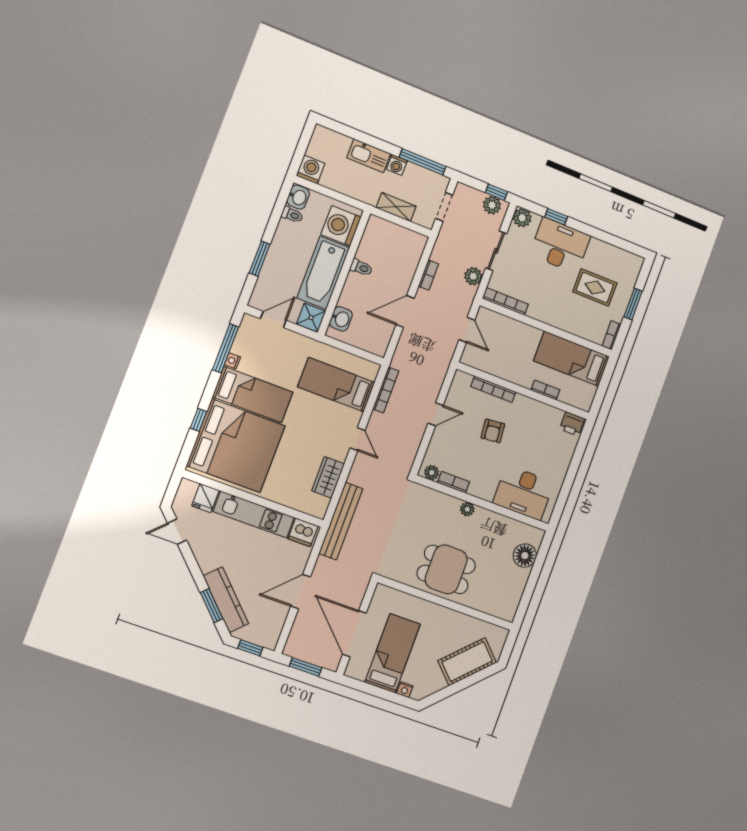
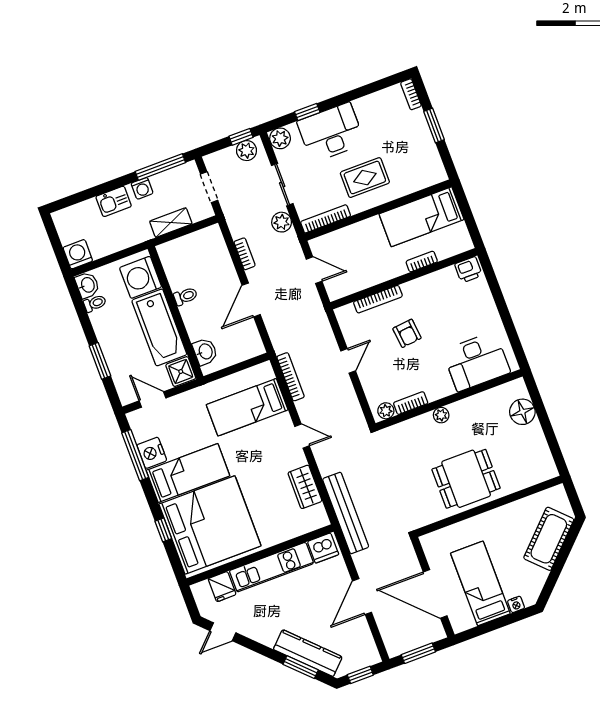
kitchen sink: (369, 156) -> (114, 201), width x0.73
rug: (595, 287) -> (365, 178), moved
door: (273, 320) -> (152, 399), hinge flipped
bookcase: (612, 335) -> (411, 94), moved
nightstand: (232, 361) -> (152, 453), width x1.89, depth x1.79

